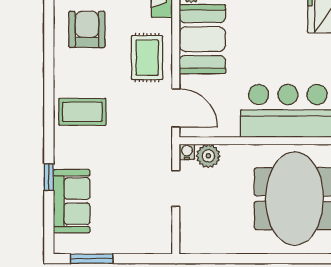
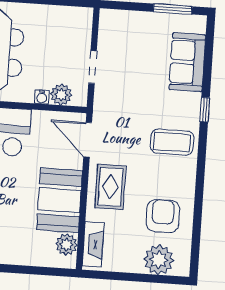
armchair: (87, 29) -> (163, 216), turned 180
water cooler: (187, 152) -> (42, 97), moved
window: (49, 177) -> (205, 110), moved

